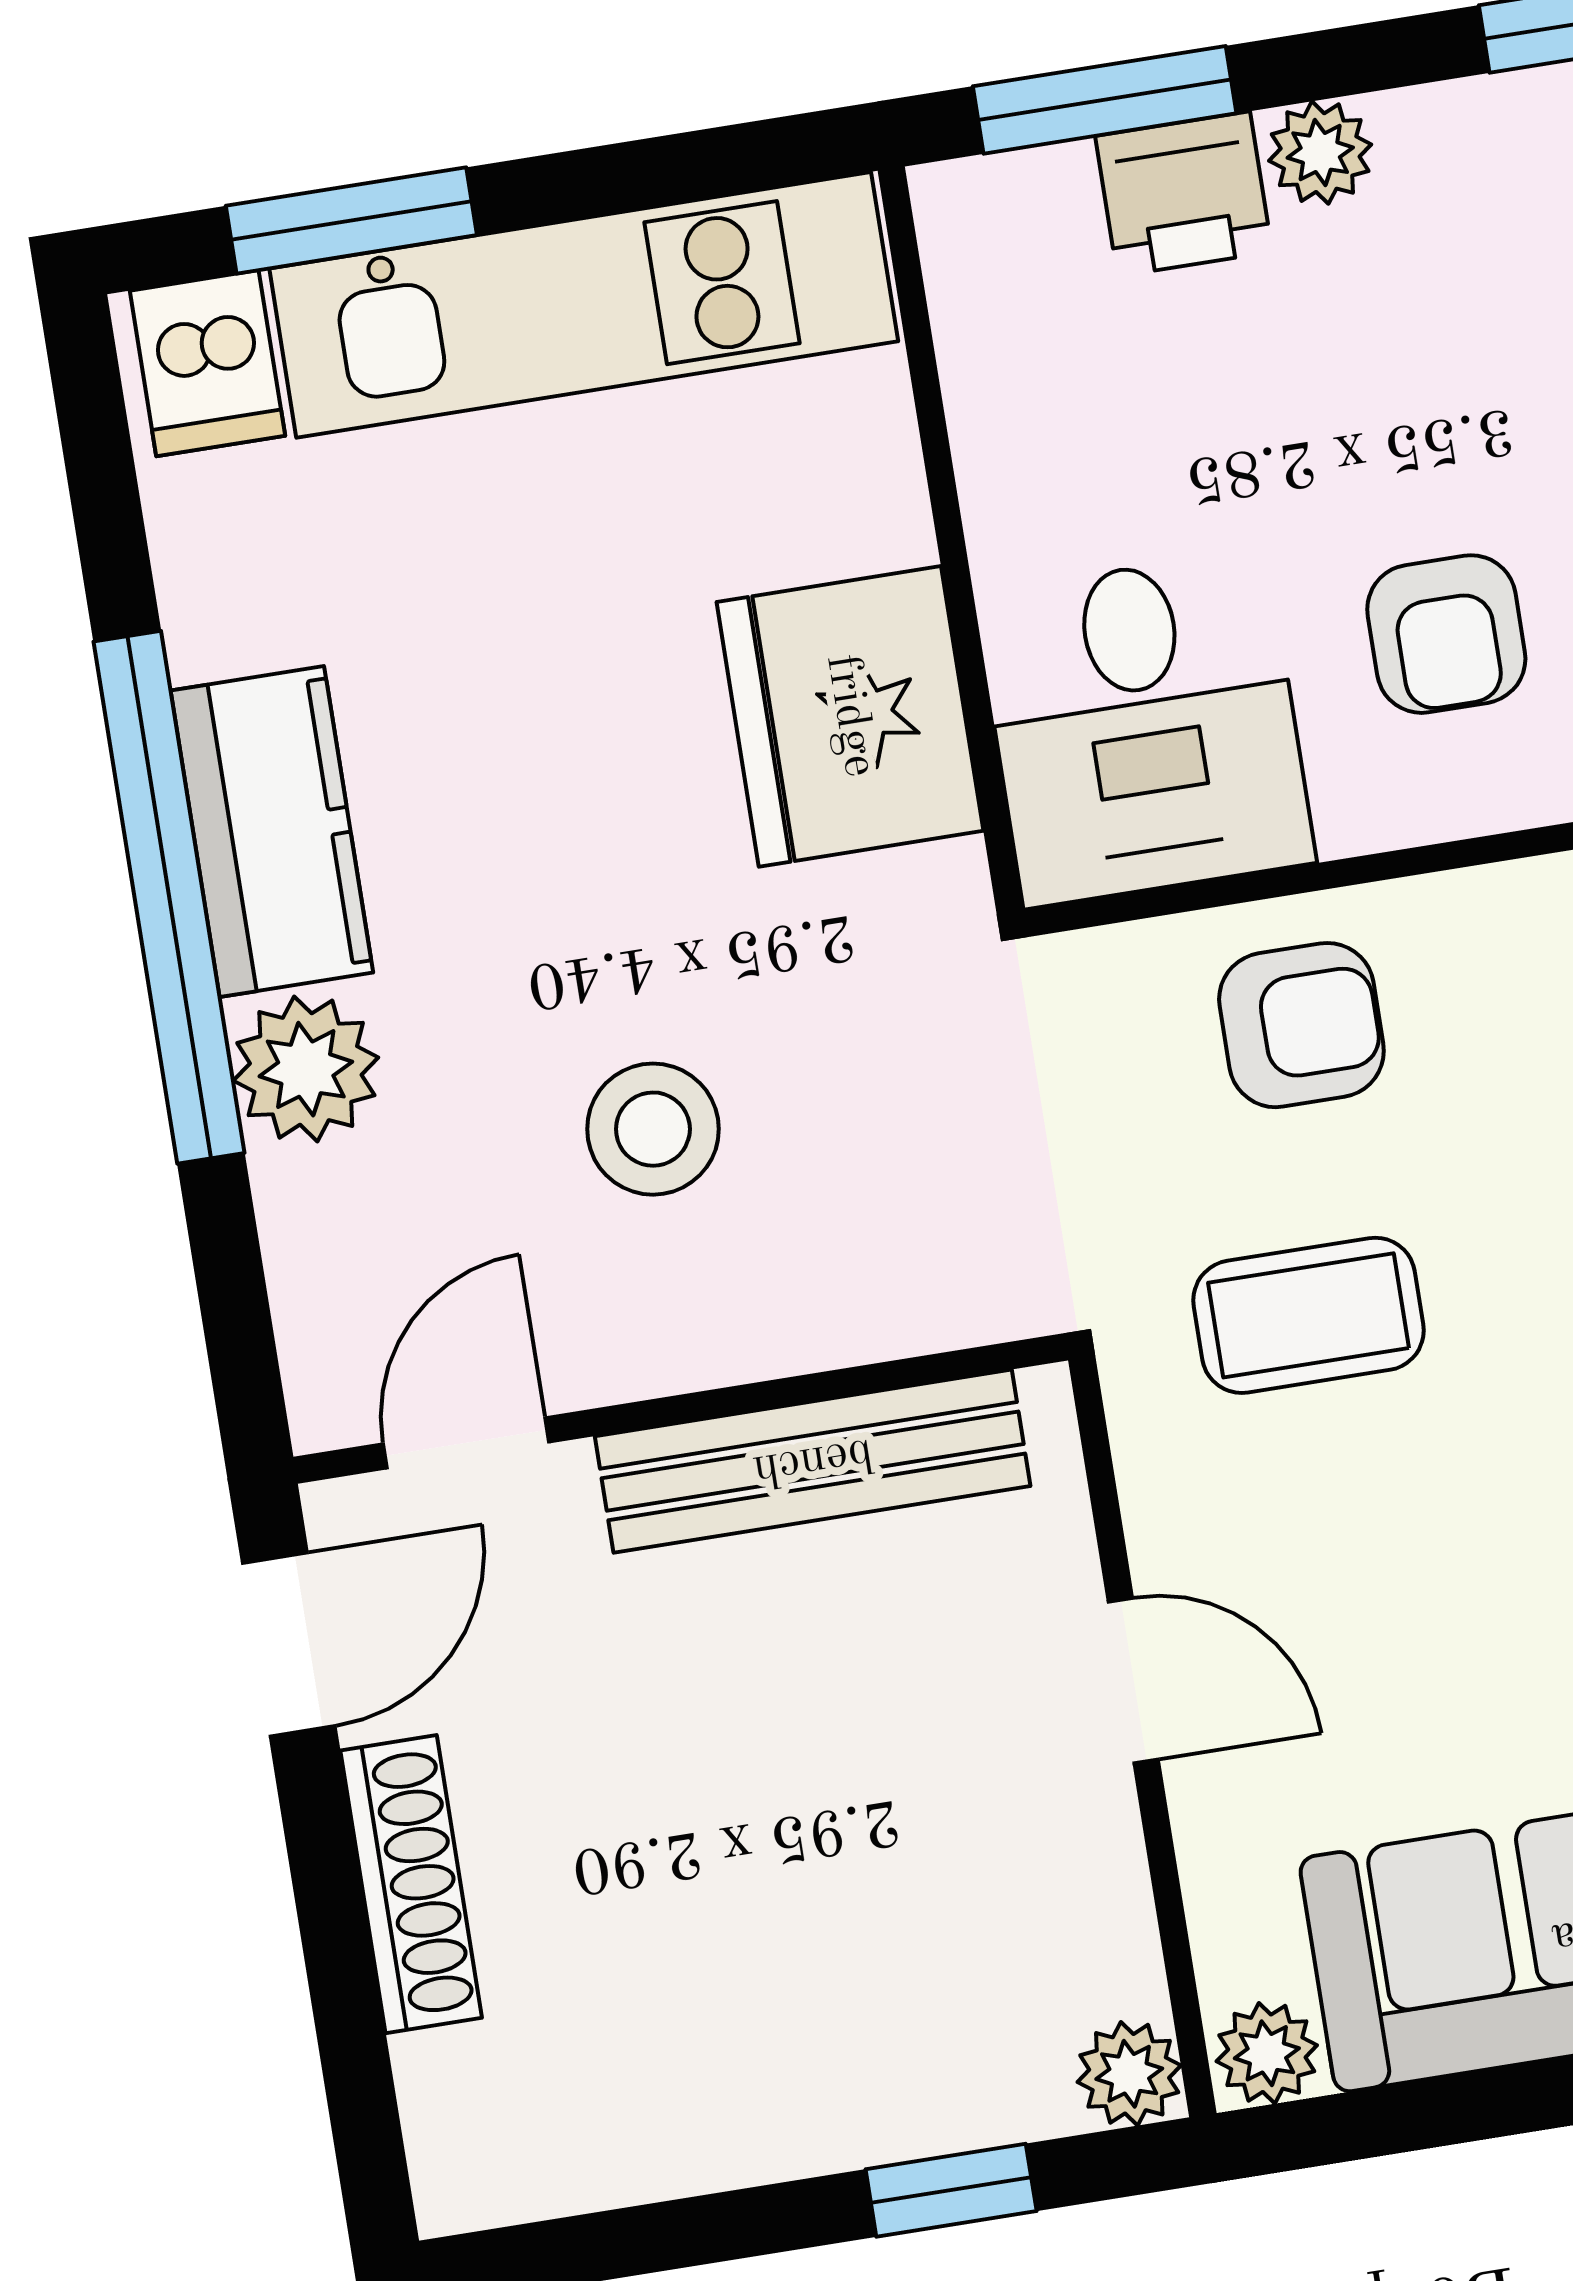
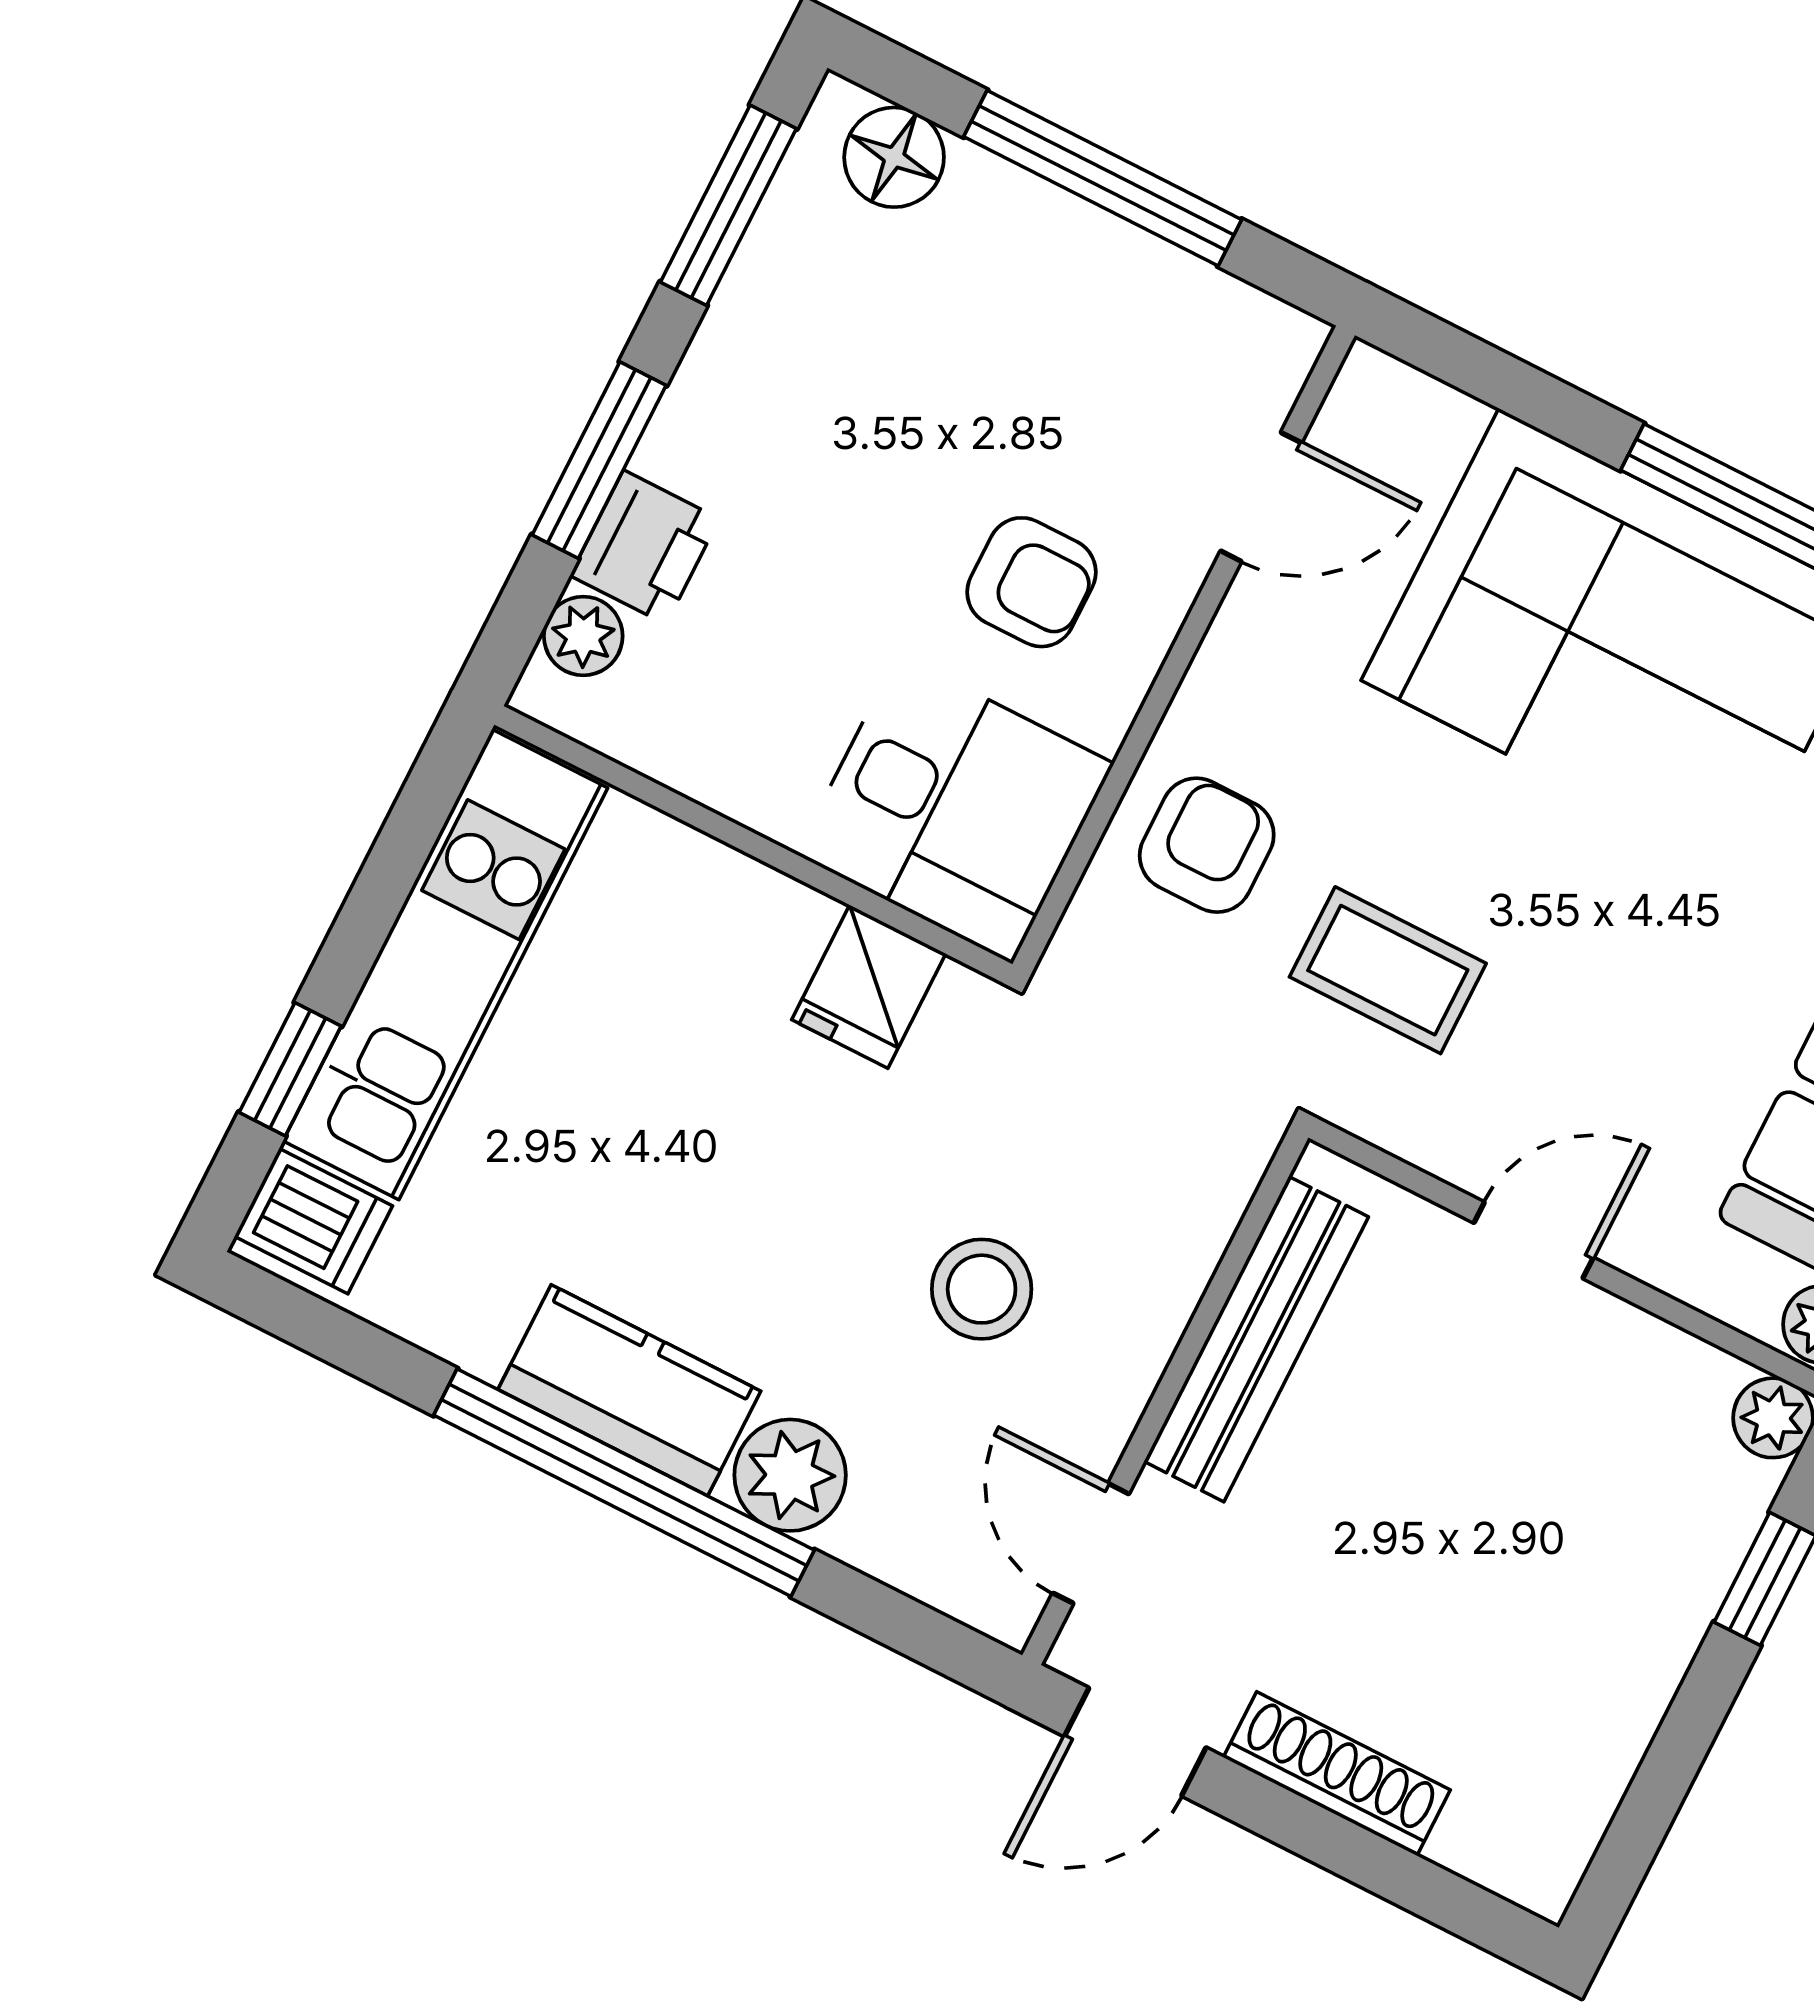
window: (1105, 100) -> (599, 460), moved
plant: (1320, 153) -> (583, 636), moved
window: (351, 220) -> (290, 1069), width x0.67
fridge: (850, 716) -> (869, 987), width x0.53, depth x0.75
coffee table: (1309, 1315) -> (1388, 970), turned 90
door: (289, 1644) -> (1135, 1742), swing flipped

